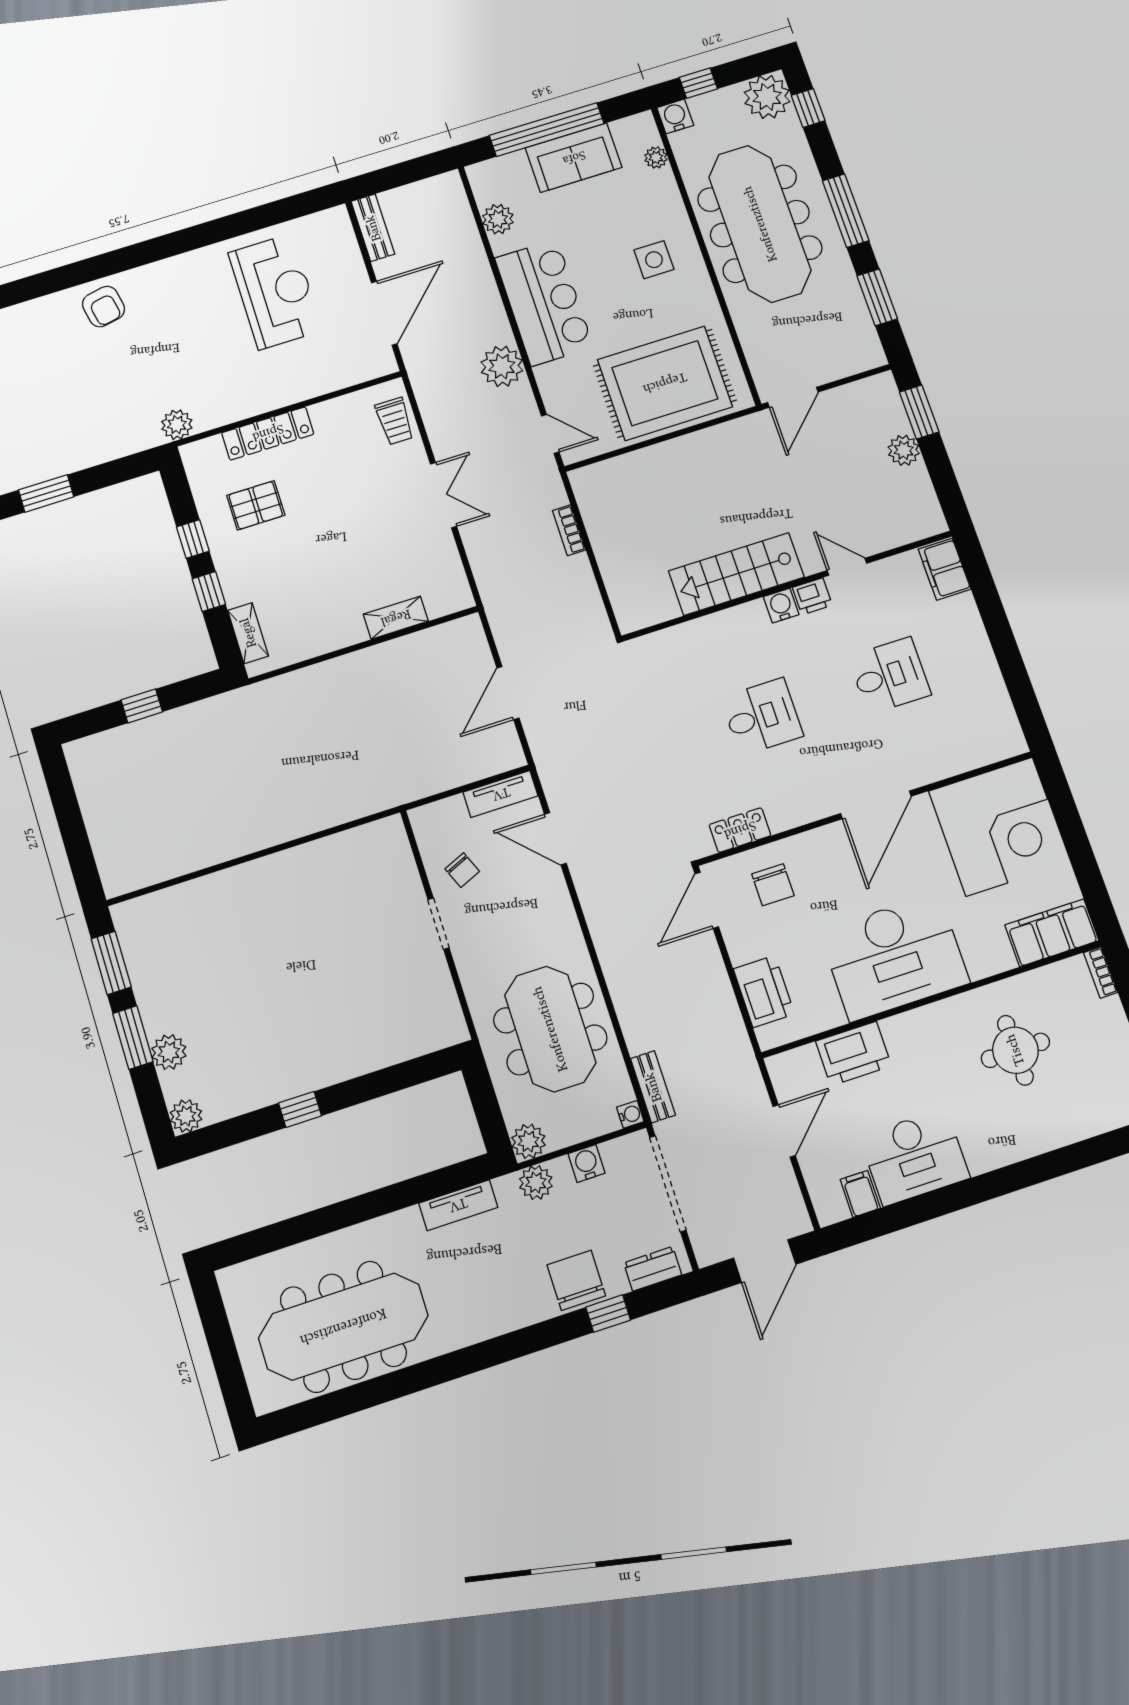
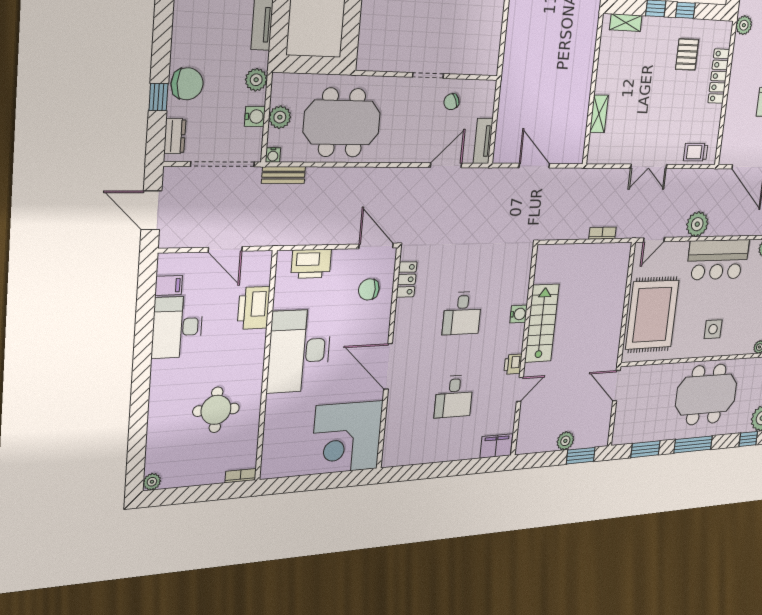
meeting table: (760, 224) -> (706, 394), width x0.73
water cooler: (781, 606) -> (519, 314), moved
filing cabinet: (1052, 933) -> (275, 452), removed
plant: (528, 1141) -> (280, 117), moved

